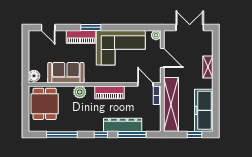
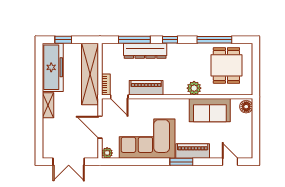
shelving: (208, 67) -> (48, 105), moved
piano: (110, 92) -> (146, 88), moved
dining table: (45, 104) -> (226, 65), moved

